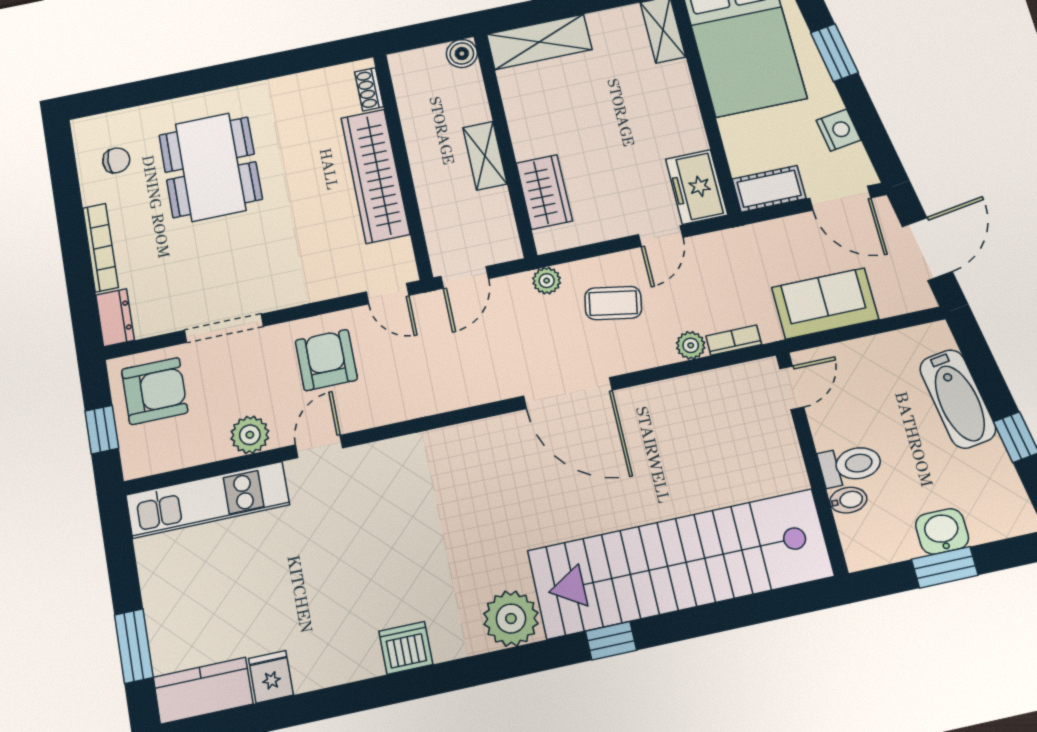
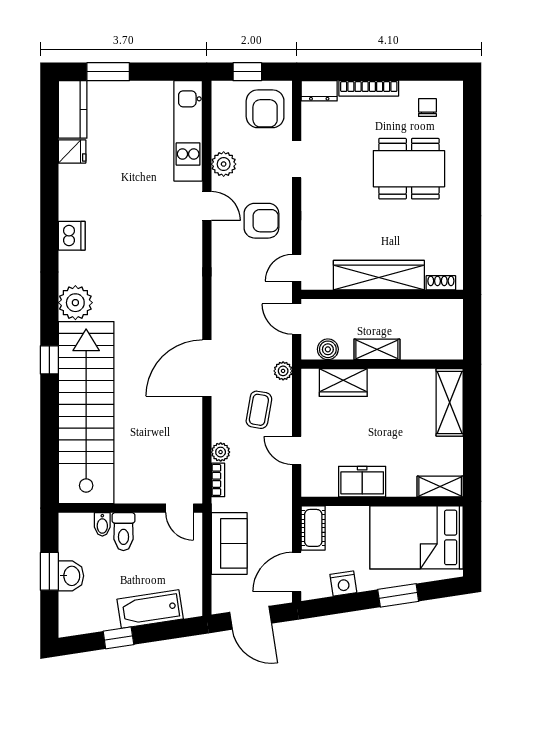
boiler: (462, 54) -> (328, 349), moved
chair: (116, 160) -> (427, 108), turned 180
freezer: (697, 187) -> (362, 482), moved
doorway: (224, 328) -> (297, 159), width x0.73

